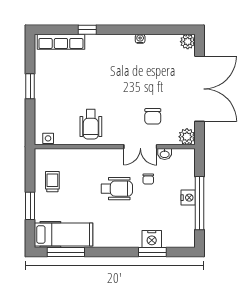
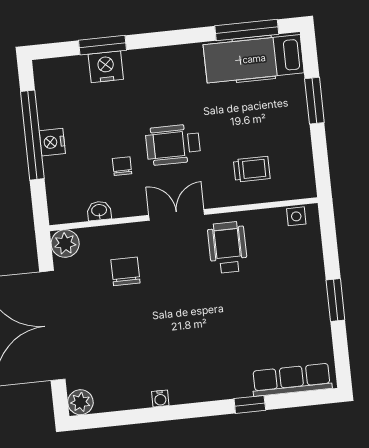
double door: (140, 147) -> (177, 215), moved
trolley: (52, 182) -> (252, 169), moved, turned -90

